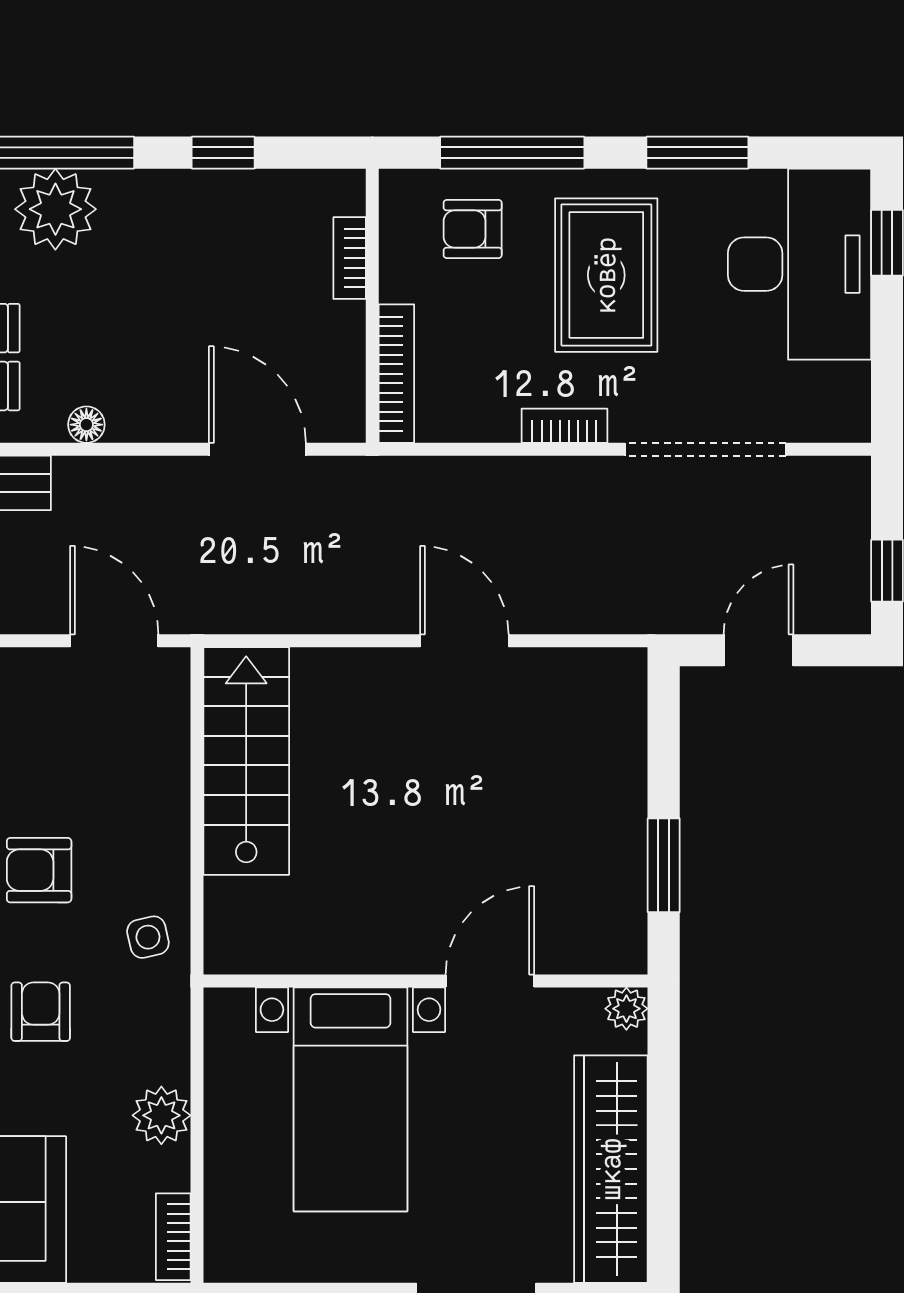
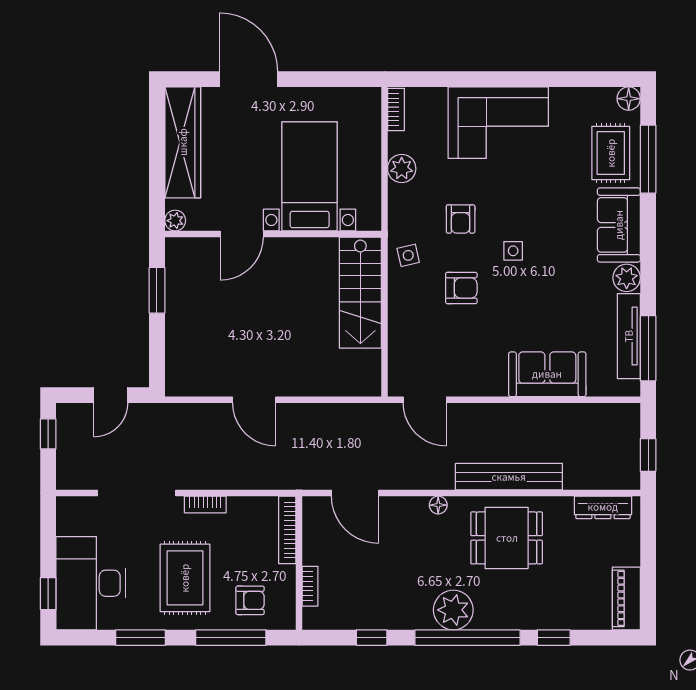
stairs: (246, 761) -> (360, 293), moved

